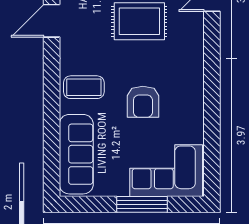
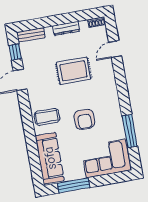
window: (212, 133) -> (130, 131), added
window: (142, 204) -> (74, 185), moved

